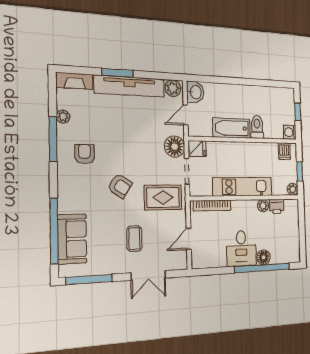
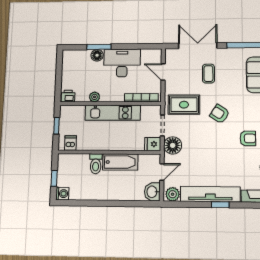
window: (118, 73) -> (220, 205), width x0.67
washing machine: (290, 132) -> (62, 194), moved
armchair: (85, 154) -> (248, 138), turned -90
plant: (293, 189) -> (65, 110), removed
printer: (277, 206) -> (68, 96), moved
door: (189, 239) -> (163, 72), swing flipped
desk: (241, 248) -> (122, 63), width x1.37
window: (262, 268) -> (99, 47), width x0.47
double door: (148, 276) -> (198, 46), width x1.37

